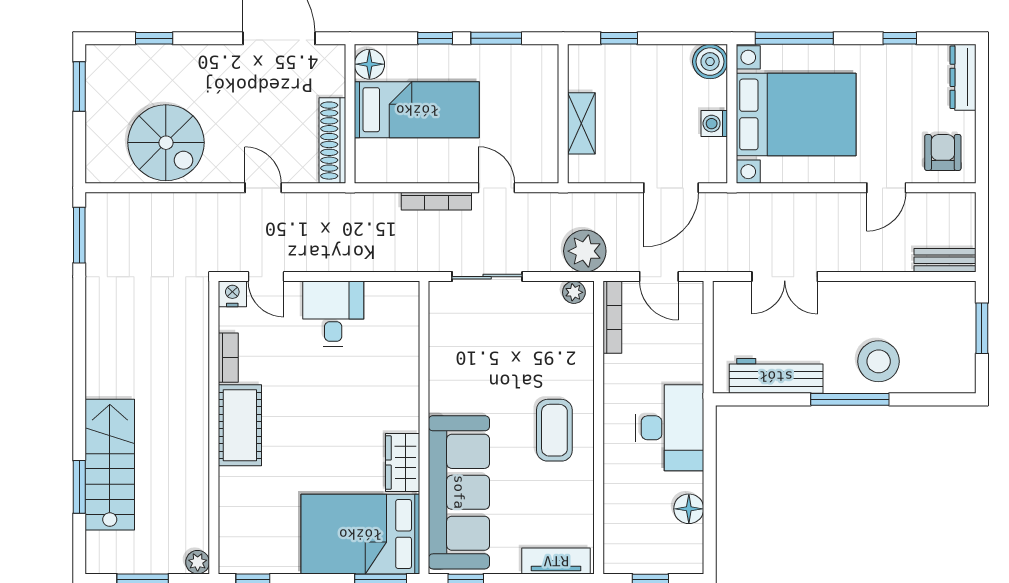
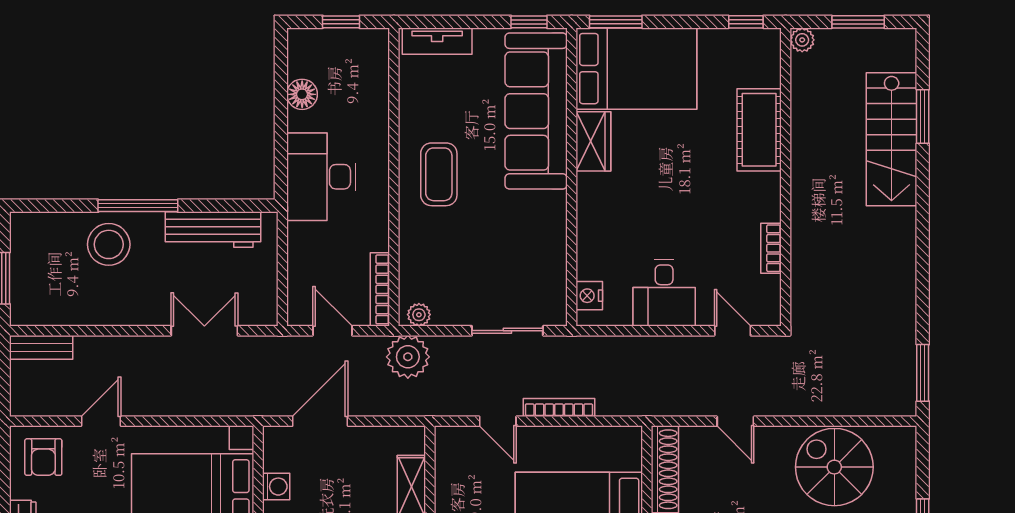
nightstand: (232, 294) -> (589, 296), moved, turned 90
cot: (240, 425) -> (759, 130), moved

